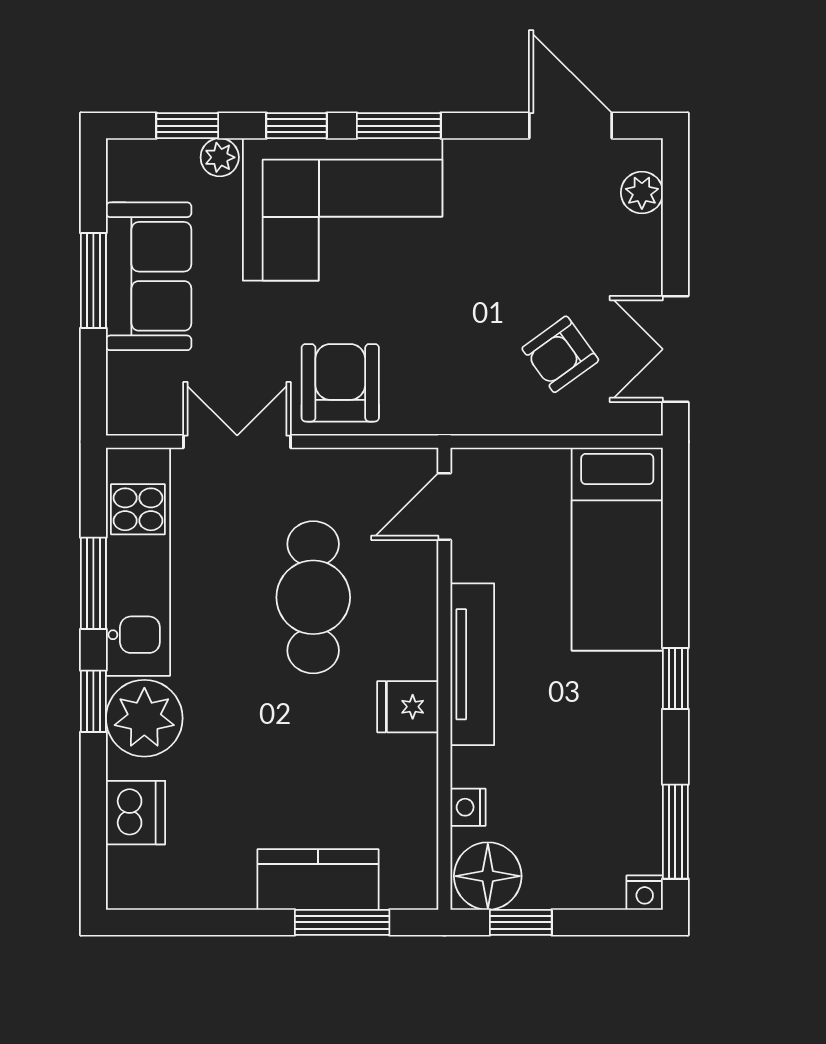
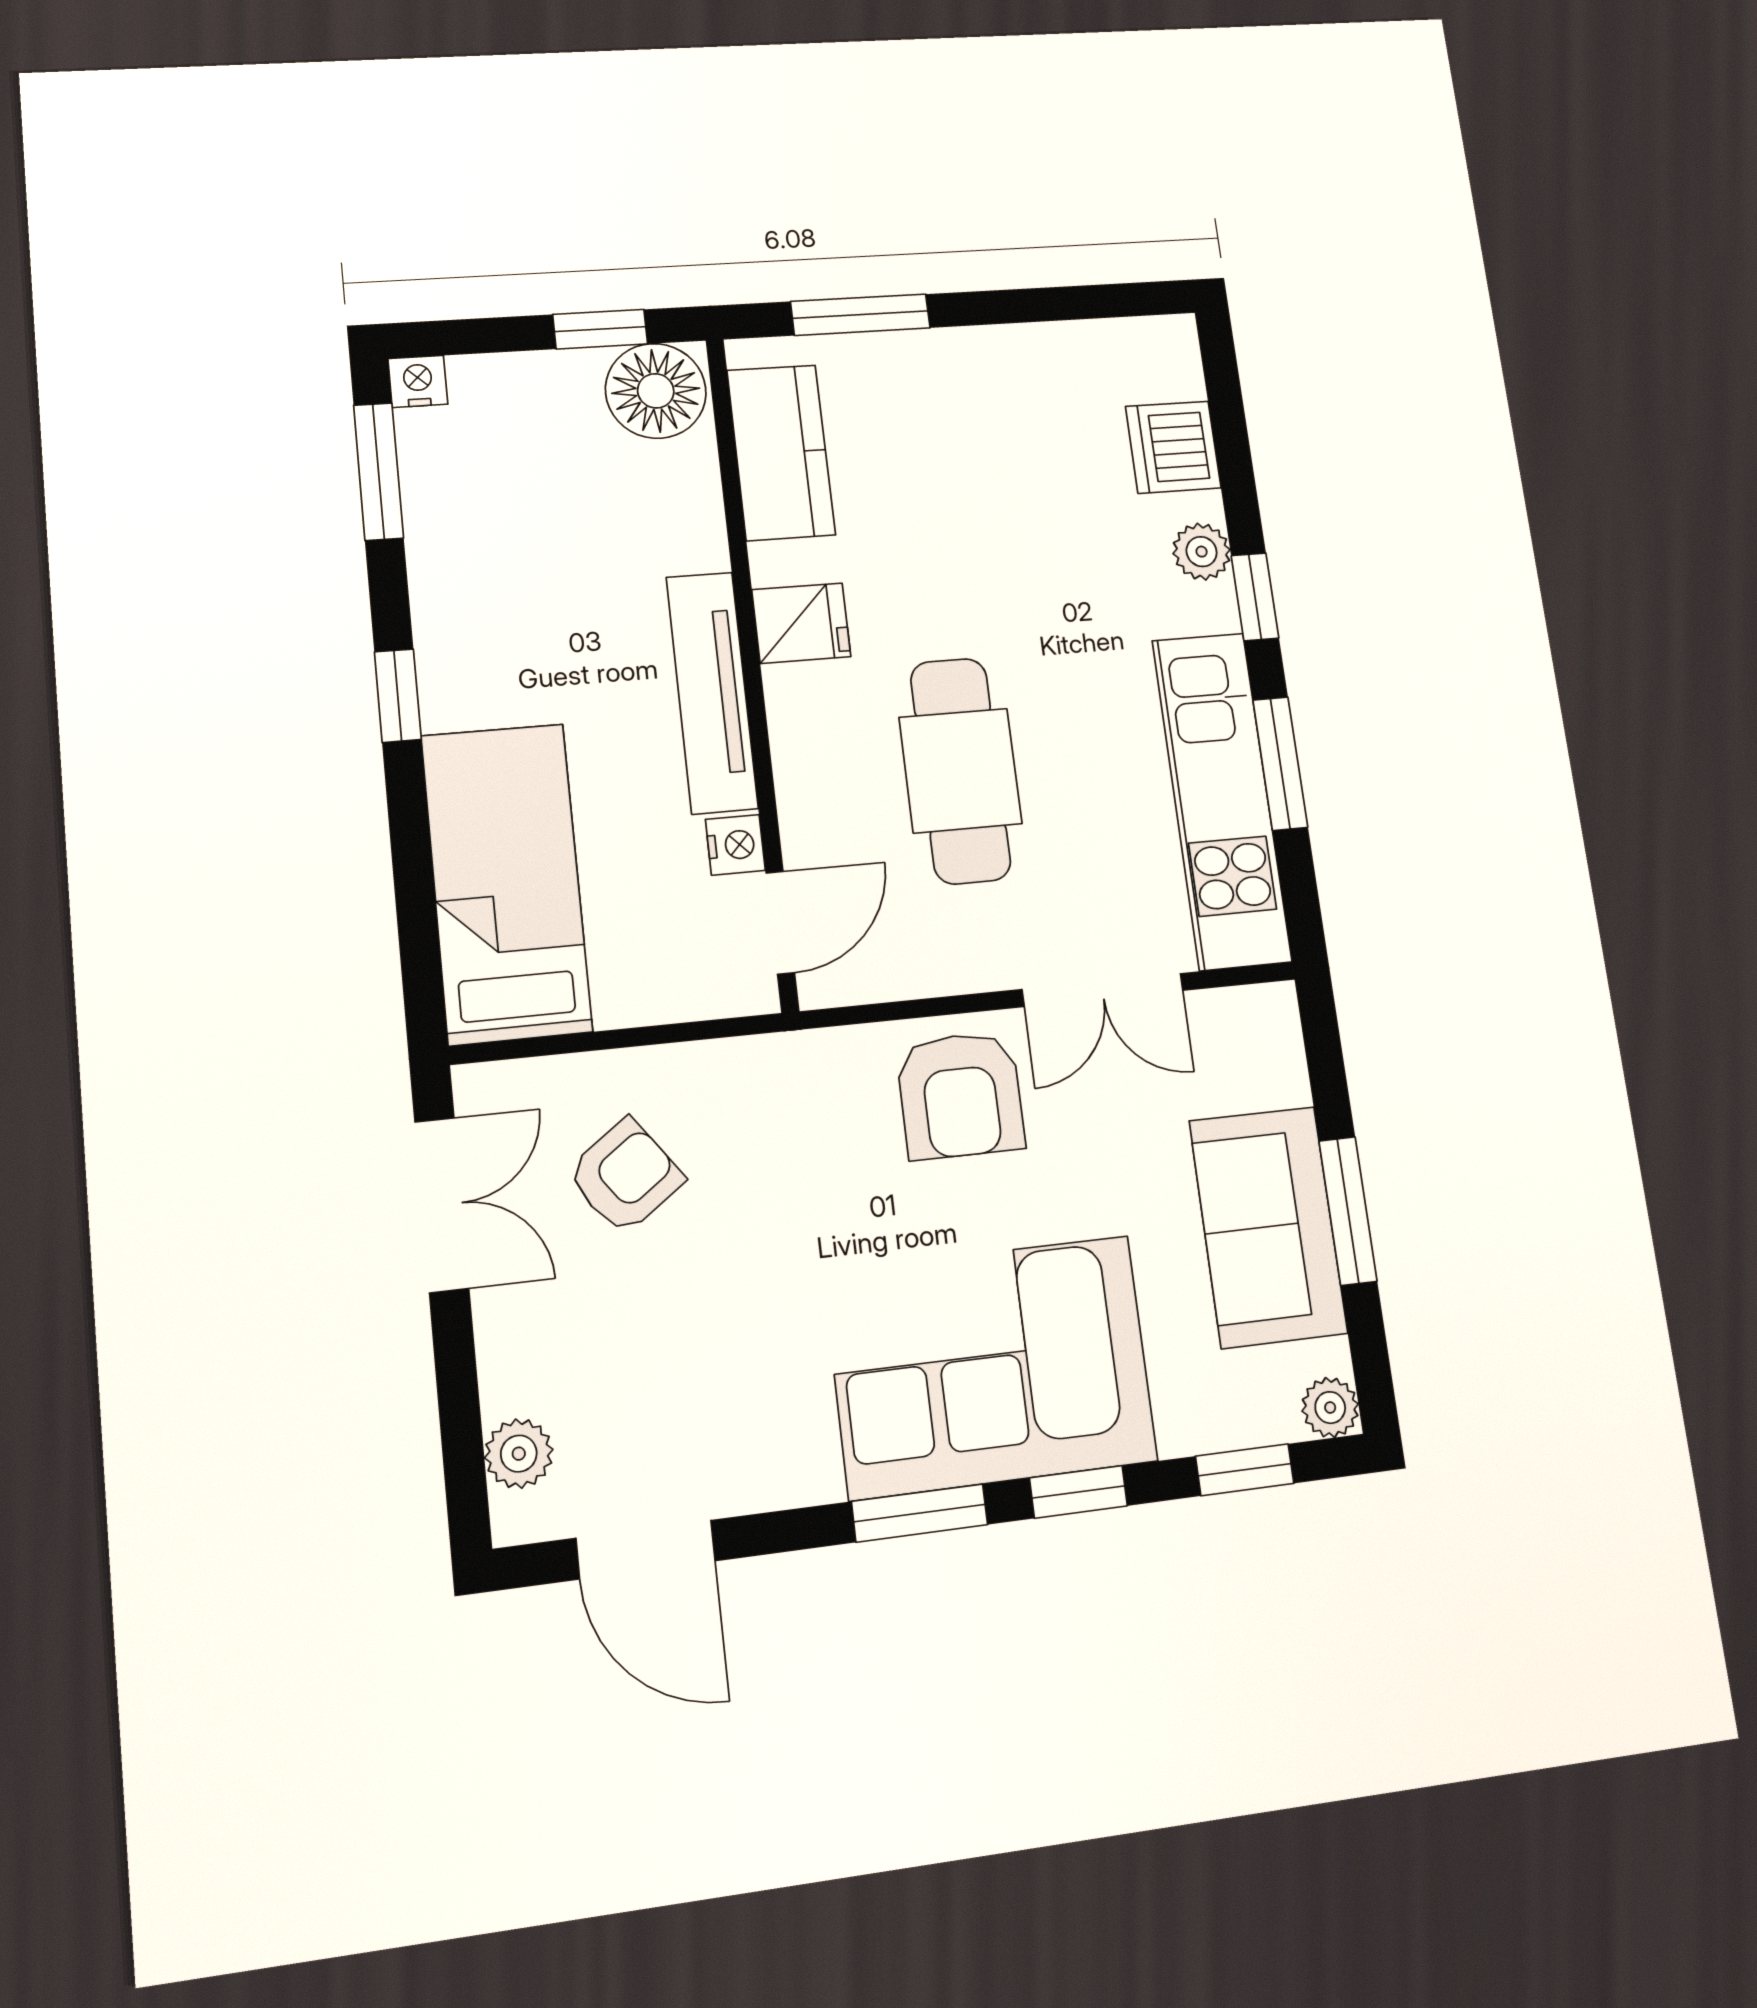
plant: (220, 157) -> (1330, 1407), moved
plant: (144, 718) -> (1202, 552), width x0.53, depth x0.53
nightstand: (468, 807) -> (735, 845), moved
kitchen counter: (318, 880) -> (781, 452), moved, turned -90

